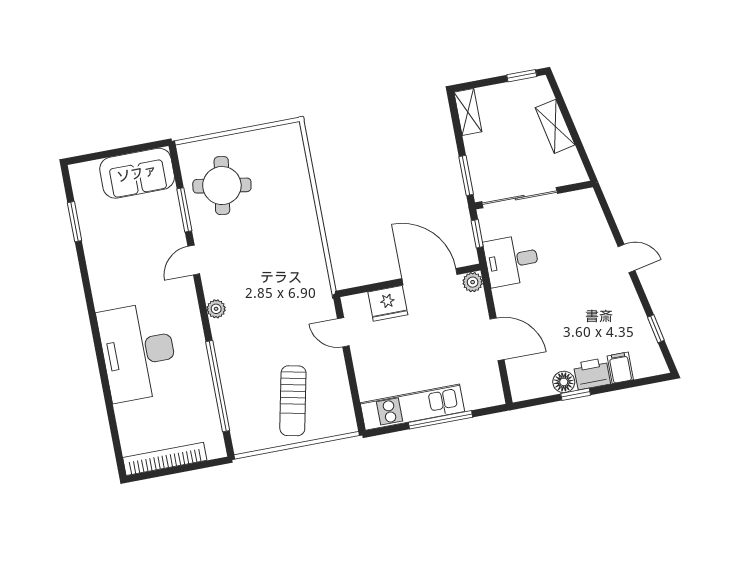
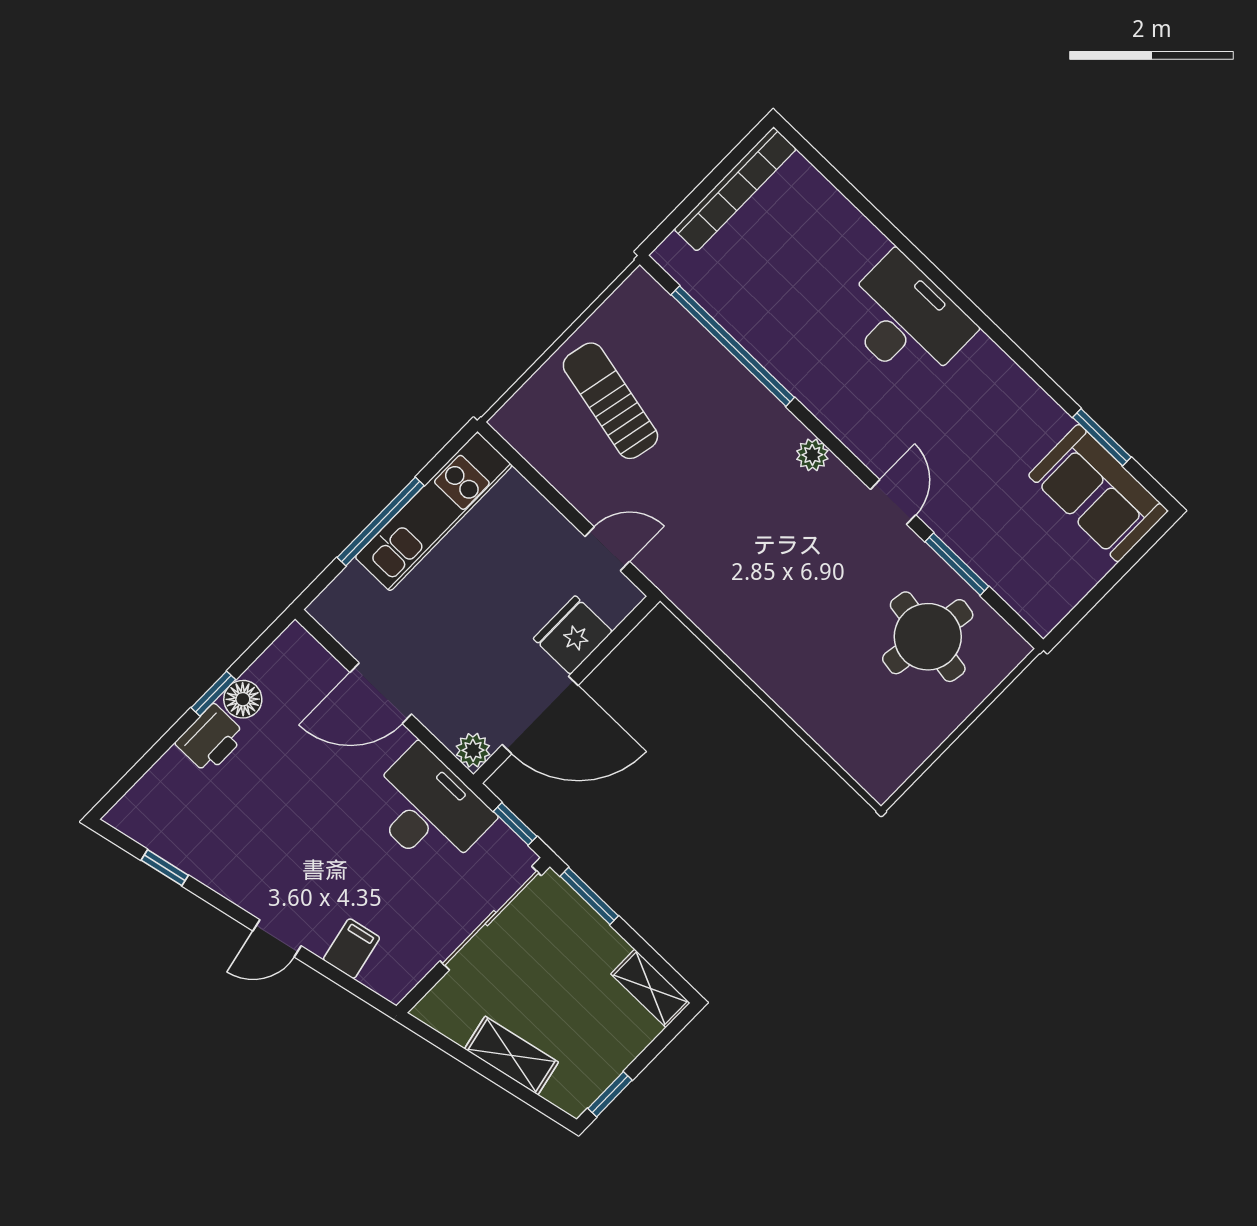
sofa: (137, 173) -> (1098, 493), moved, turned -90
desk: (512, 260) -> (428, 810), width x1.37
desk: (138, 352) -> (906, 320), width x0.73, depth x0.77
filing cabinet: (620, 368) -> (352, 949), moved, turned -102

